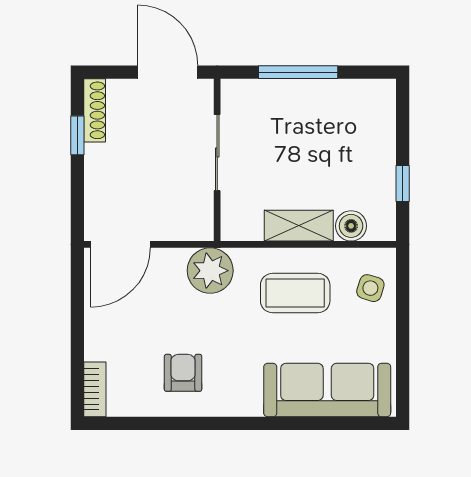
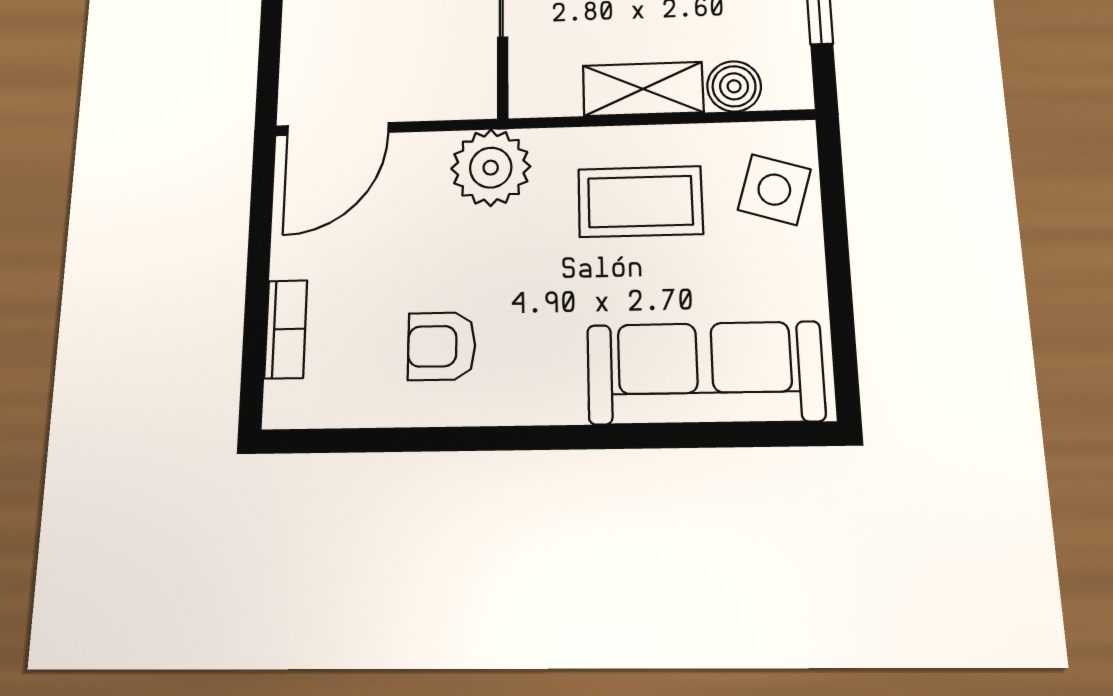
side table: (370, 288) -> (774, 190), width x1.37, depth x1.37
armchair: (183, 373) -> (442, 346), turned -90
bookcase: (95, 389) -> (286, 329), moved

